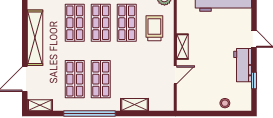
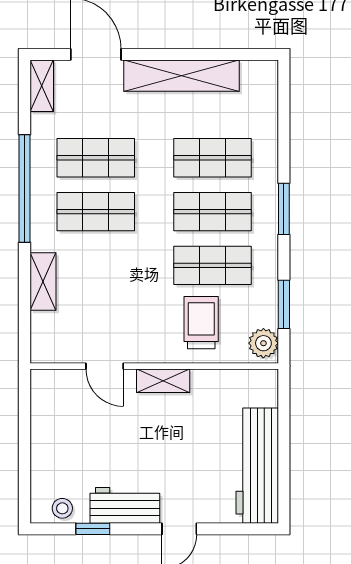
trolley: (154, 28) -> (201, 323), turned -90
stool: (225, 103) -> (62, 508), moved

